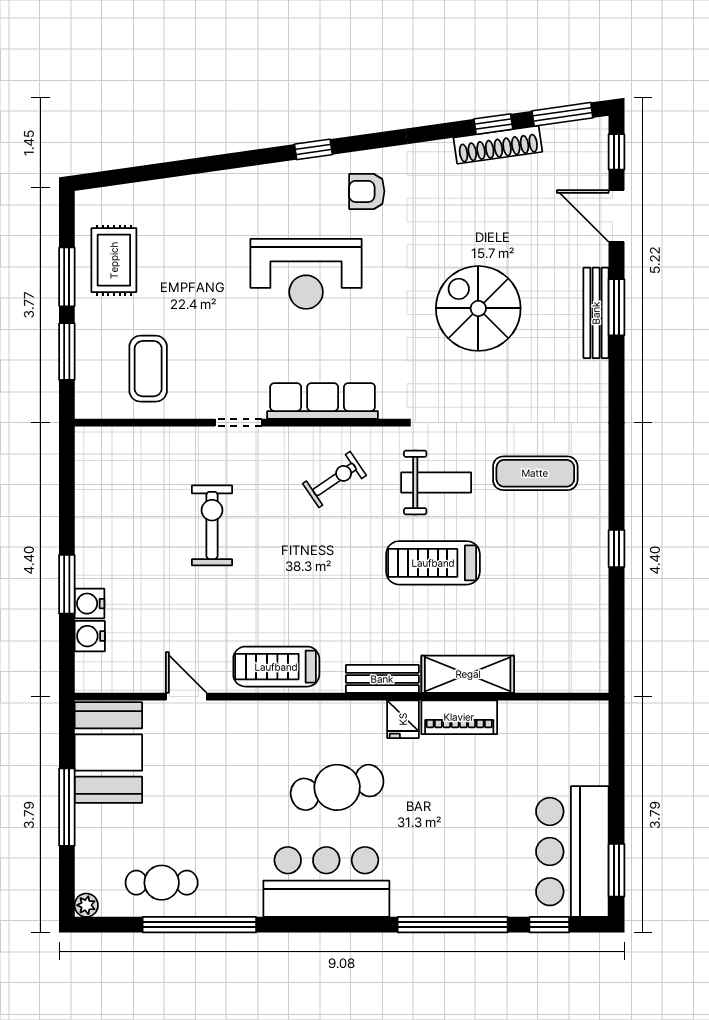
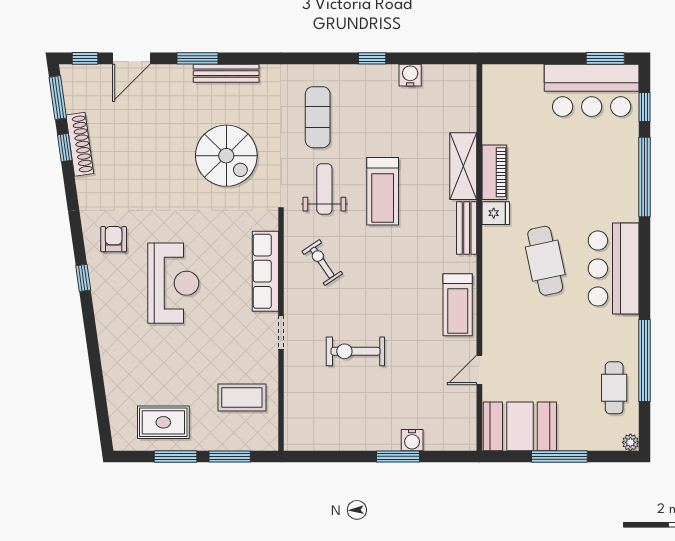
armchair: (367, 191) -> (114, 239), turned 180
spiral stairs: (478, 308) -> (226, 156), moved, turned -90
bench: (596, 313) -> (226, 73), moved
water cooler: (90, 636) -> (410, 75), moved, turned 180

